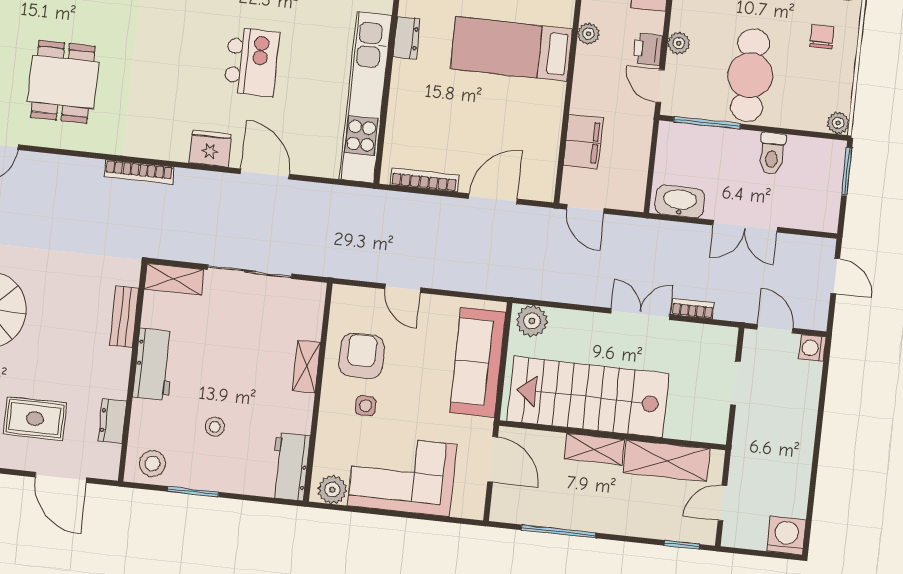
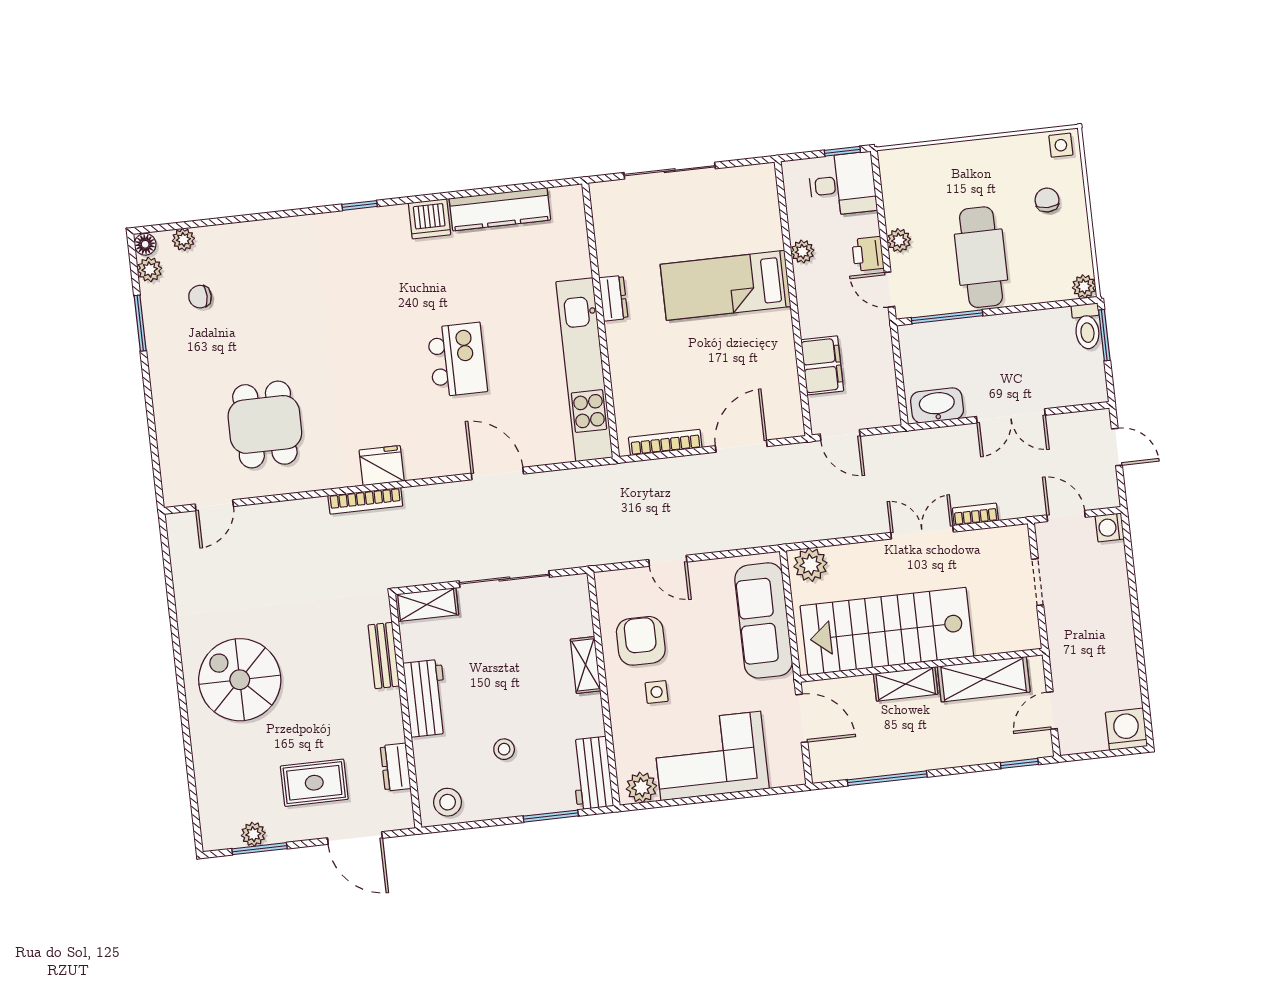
fridge: (210, 148) -> (382, 466), moved
toilet: (772, 153) -> (1087, 326), moved
window: (193, 492) -> (551, 816), moved

